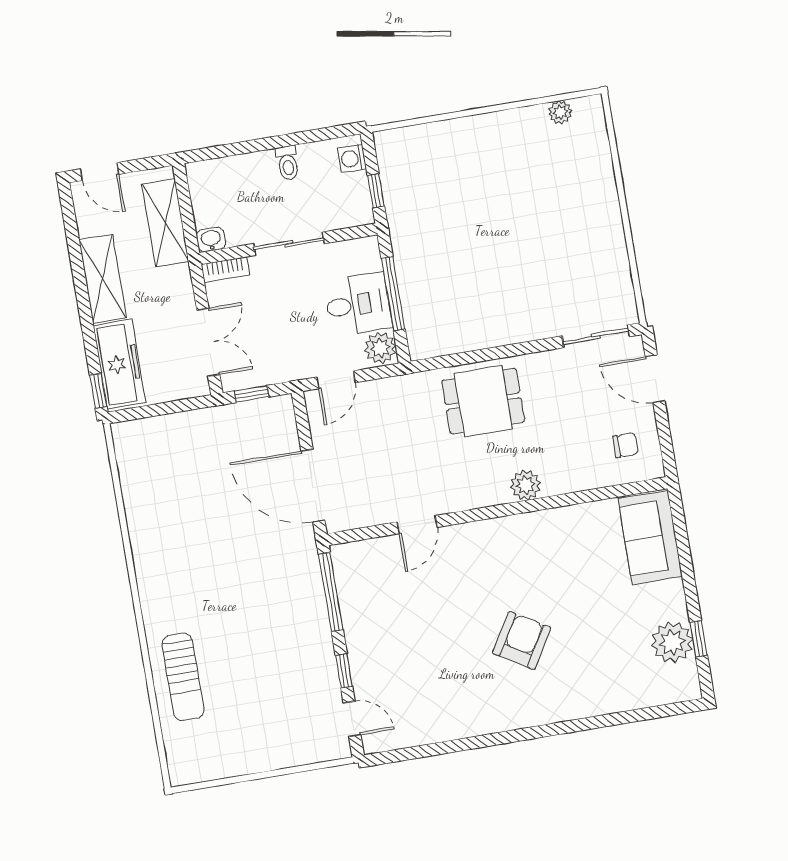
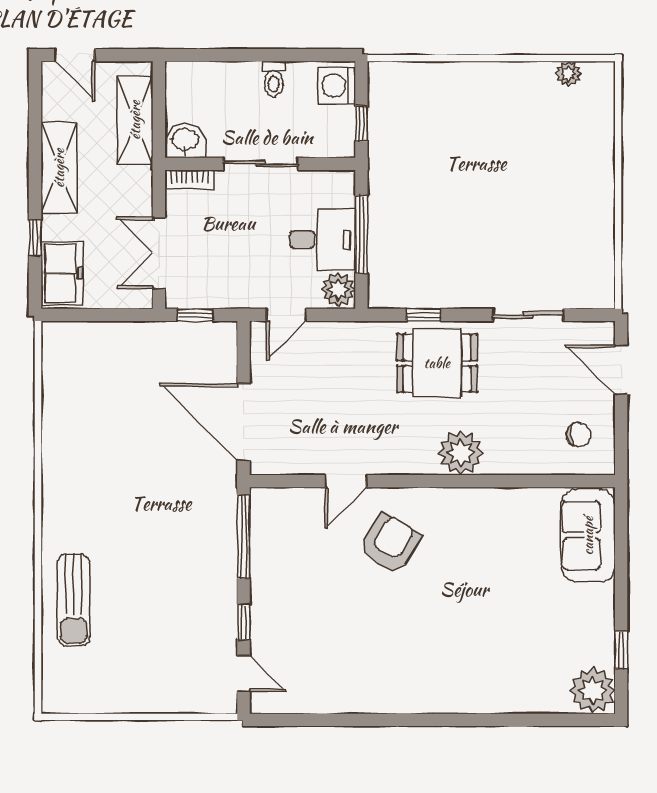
washing machine: (352, 159) -> (337, 86), width x1.38, depth x1.38
washbasin: (211, 240) -> (185, 141), width x1.38, depth x1.45
sliding door: (596, 336) -> (528, 315), moved
double door: (208, 342) -> (159, 253), swing flipped
window: (463, 358) -> (424, 315), added
freezer: (120, 364) -> (62, 273), width x0.71
window: (98, 391) -> (35, 238), moved
plant: (526, 485) -> (461, 453), width x1.36, depth x1.36
armchair: (522, 640) -> (390, 543), moved
plant: (672, 642) -> (593, 690), moved

